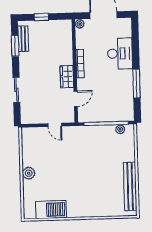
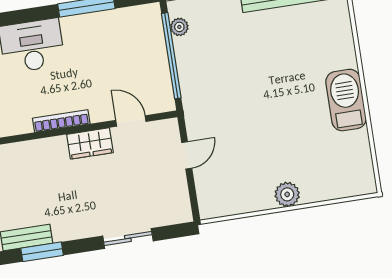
barbecue: (51, 210) -> (346, 100), moved

